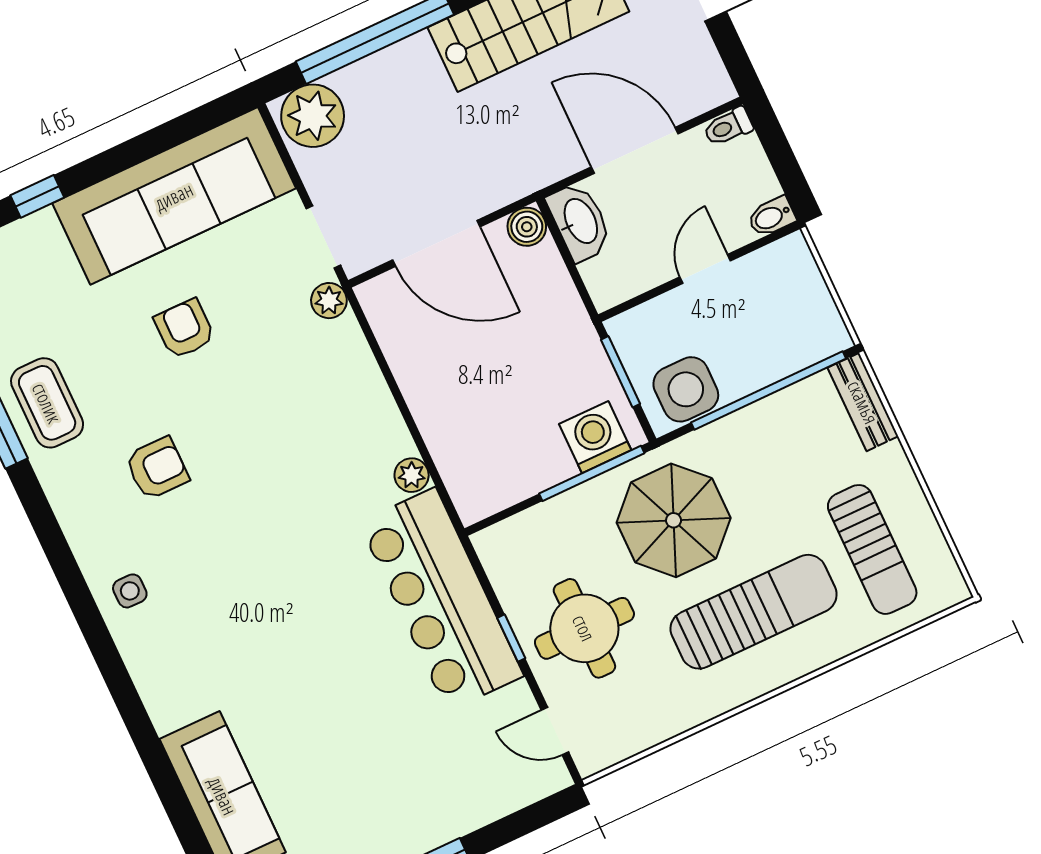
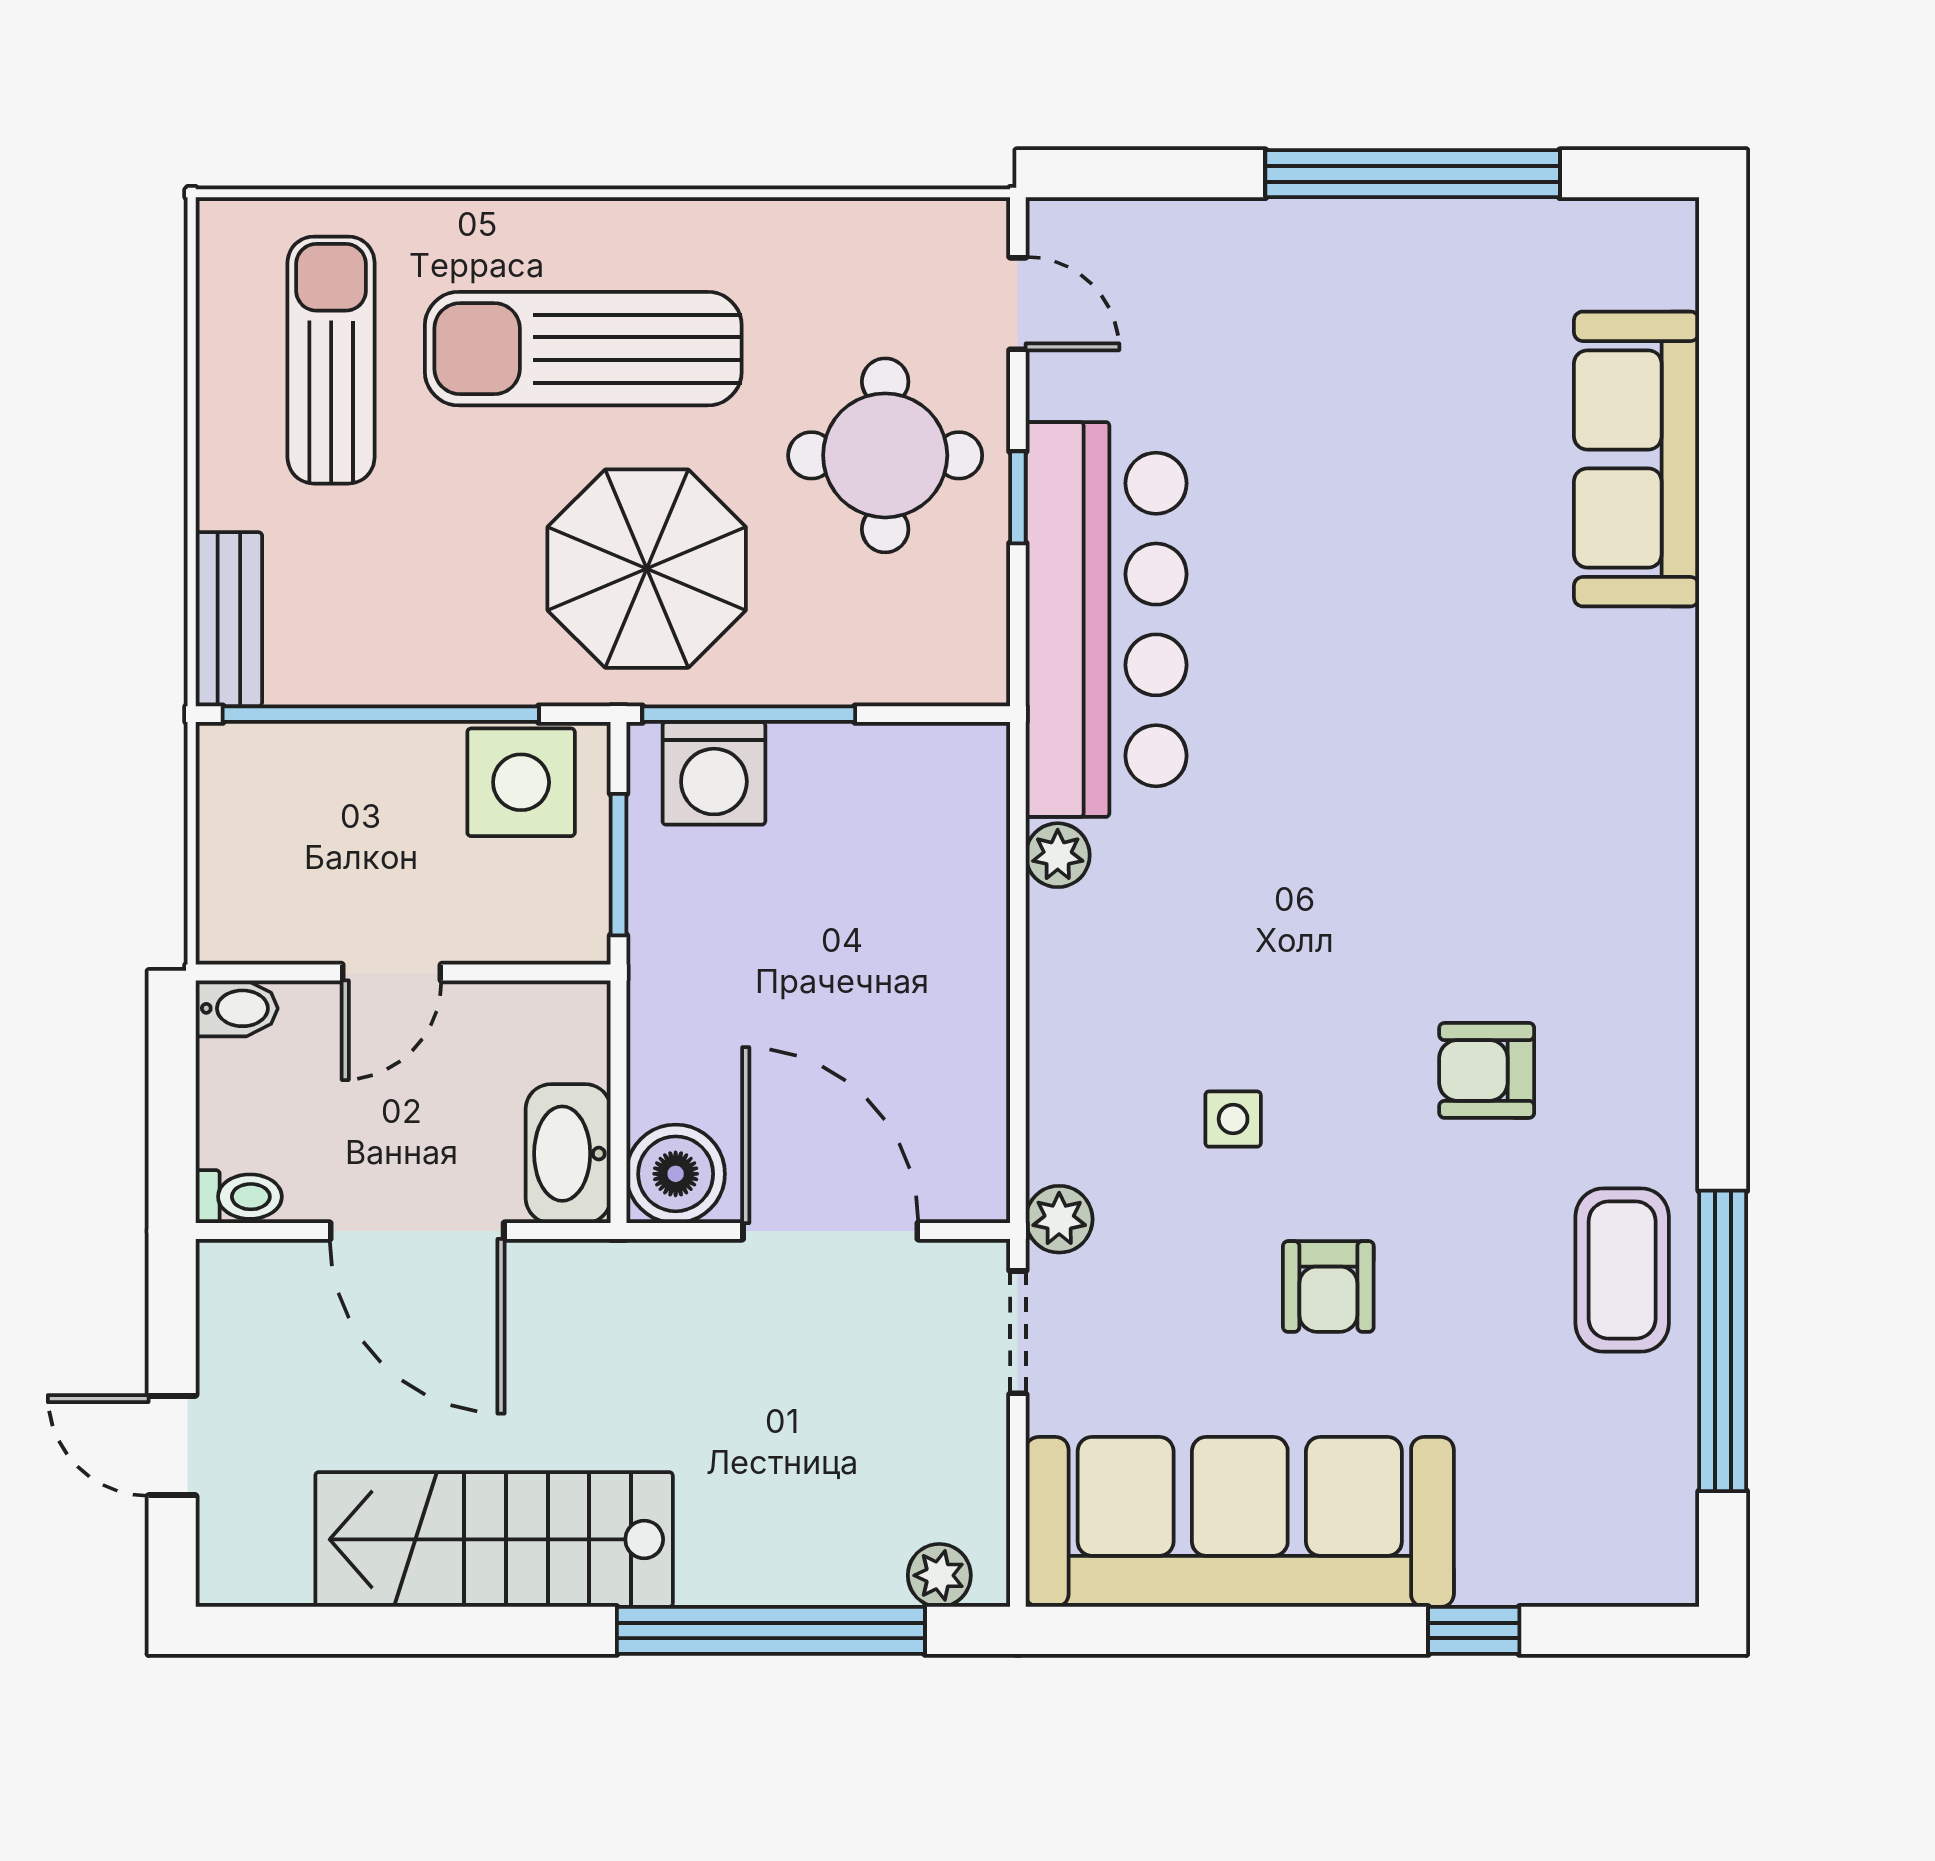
plant: (313, 116) -> (939, 1575), width x0.53, depth x0.53
boiler: (527, 227) -> (676, 1174), width x1.36, depth x1.36
side table: (130, 591) -> (1233, 1119), moved

